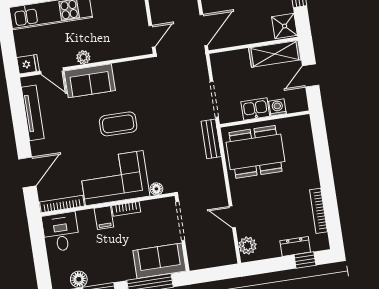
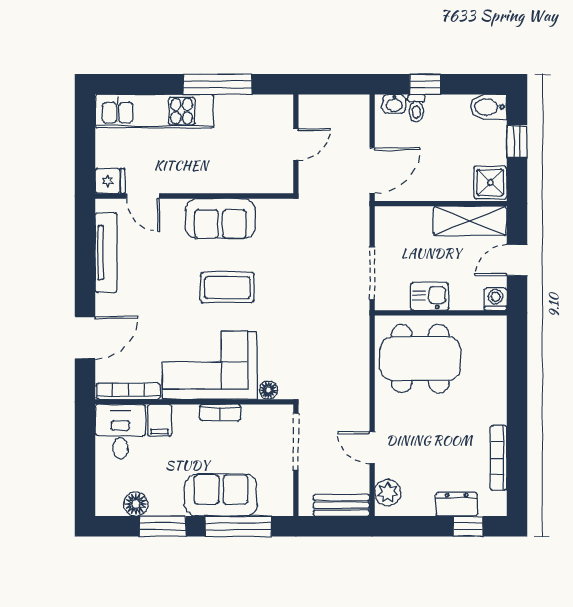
door: (152, 36) -> (296, 144), moved
plant: (83, 57) -> (192, 183), removed
sofa: (90, 81) -> (220, 219), moved
washing machine: (277, 107) -> (496, 299), moved
bench: (211, 139) -> (342, 505), moved, turned 90
filing cabinet: (104, 218) -> (159, 420), moved
sofa: (160, 261) -> (221, 495), moved

